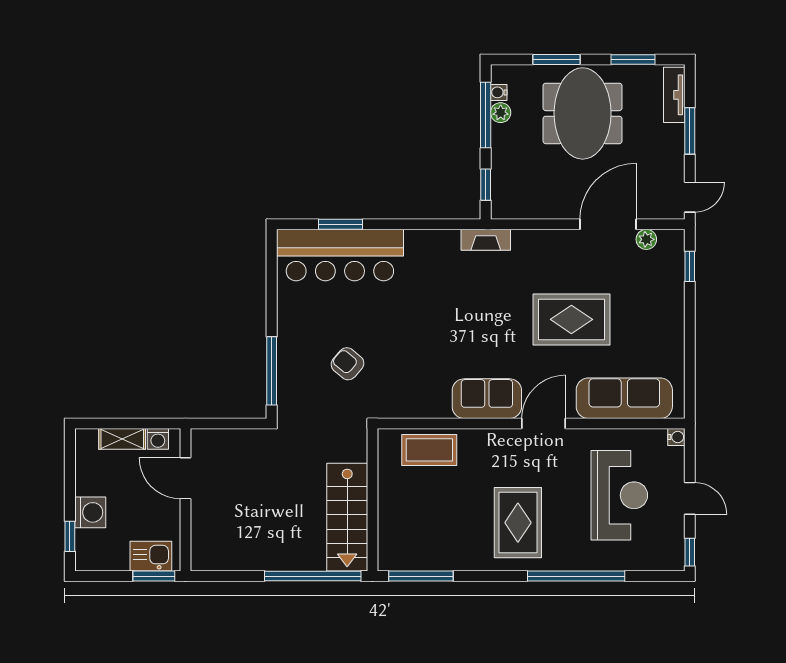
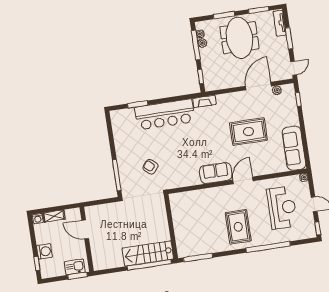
bar counter: (340, 255) -> (165, 114), moved
sofa: (624, 398) -> (294, 148), moved, turned -90
washing machine: (158, 439) -> (38, 219), moved
coffee table: (429, 450) -> (193, 200), removed
stairs: (347, 517) -> (148, 253), moved, turned 90

